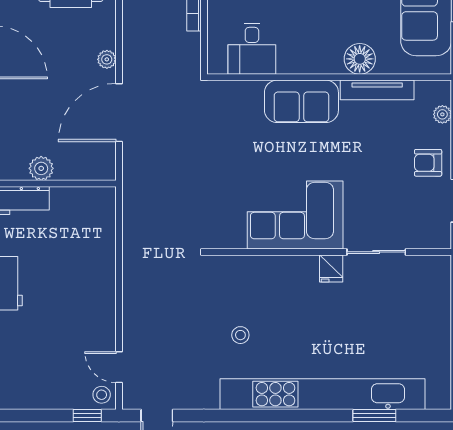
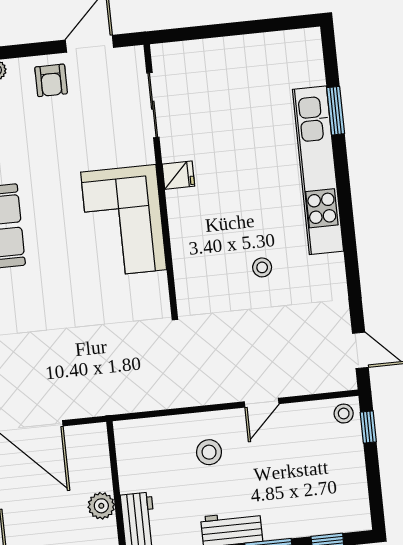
sliding door: (376, 252) -> (153, 105), moved
stool: (79, 270) -> (209, 452), added
door: (119, 367) -> (262, 403), moved
kitchen unit: (323, 394) -> (318, 170), width x0.73

